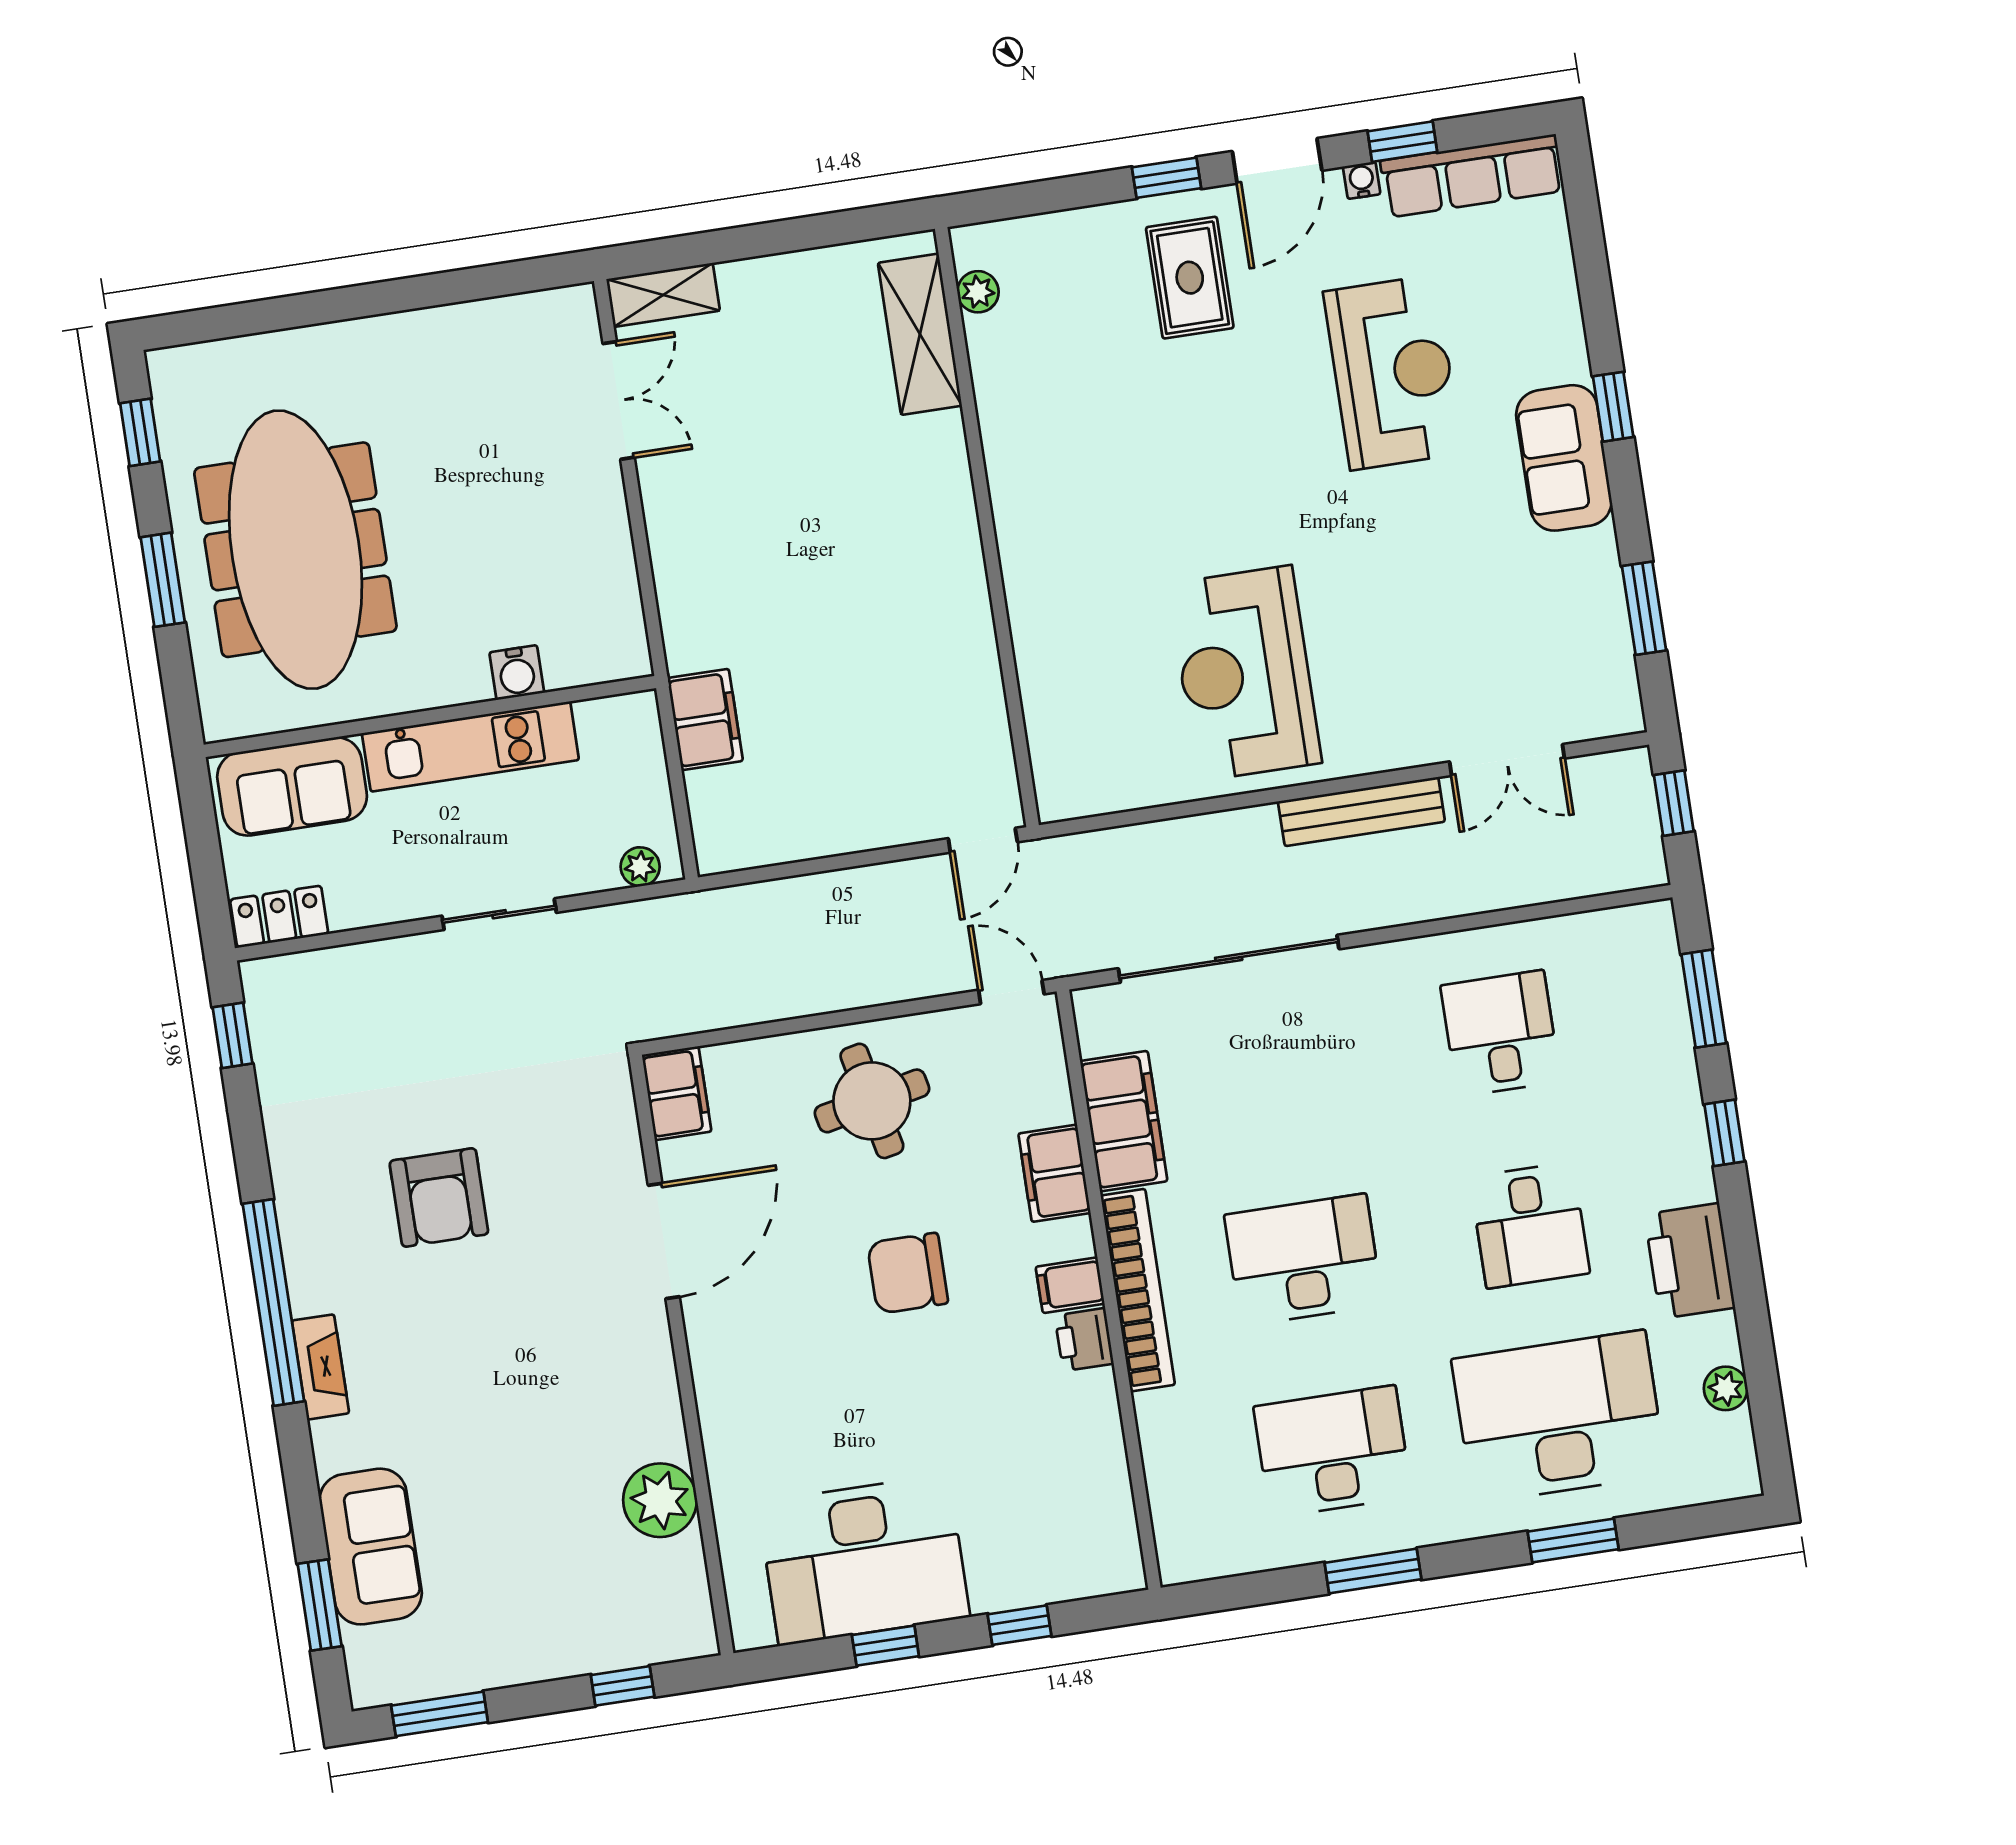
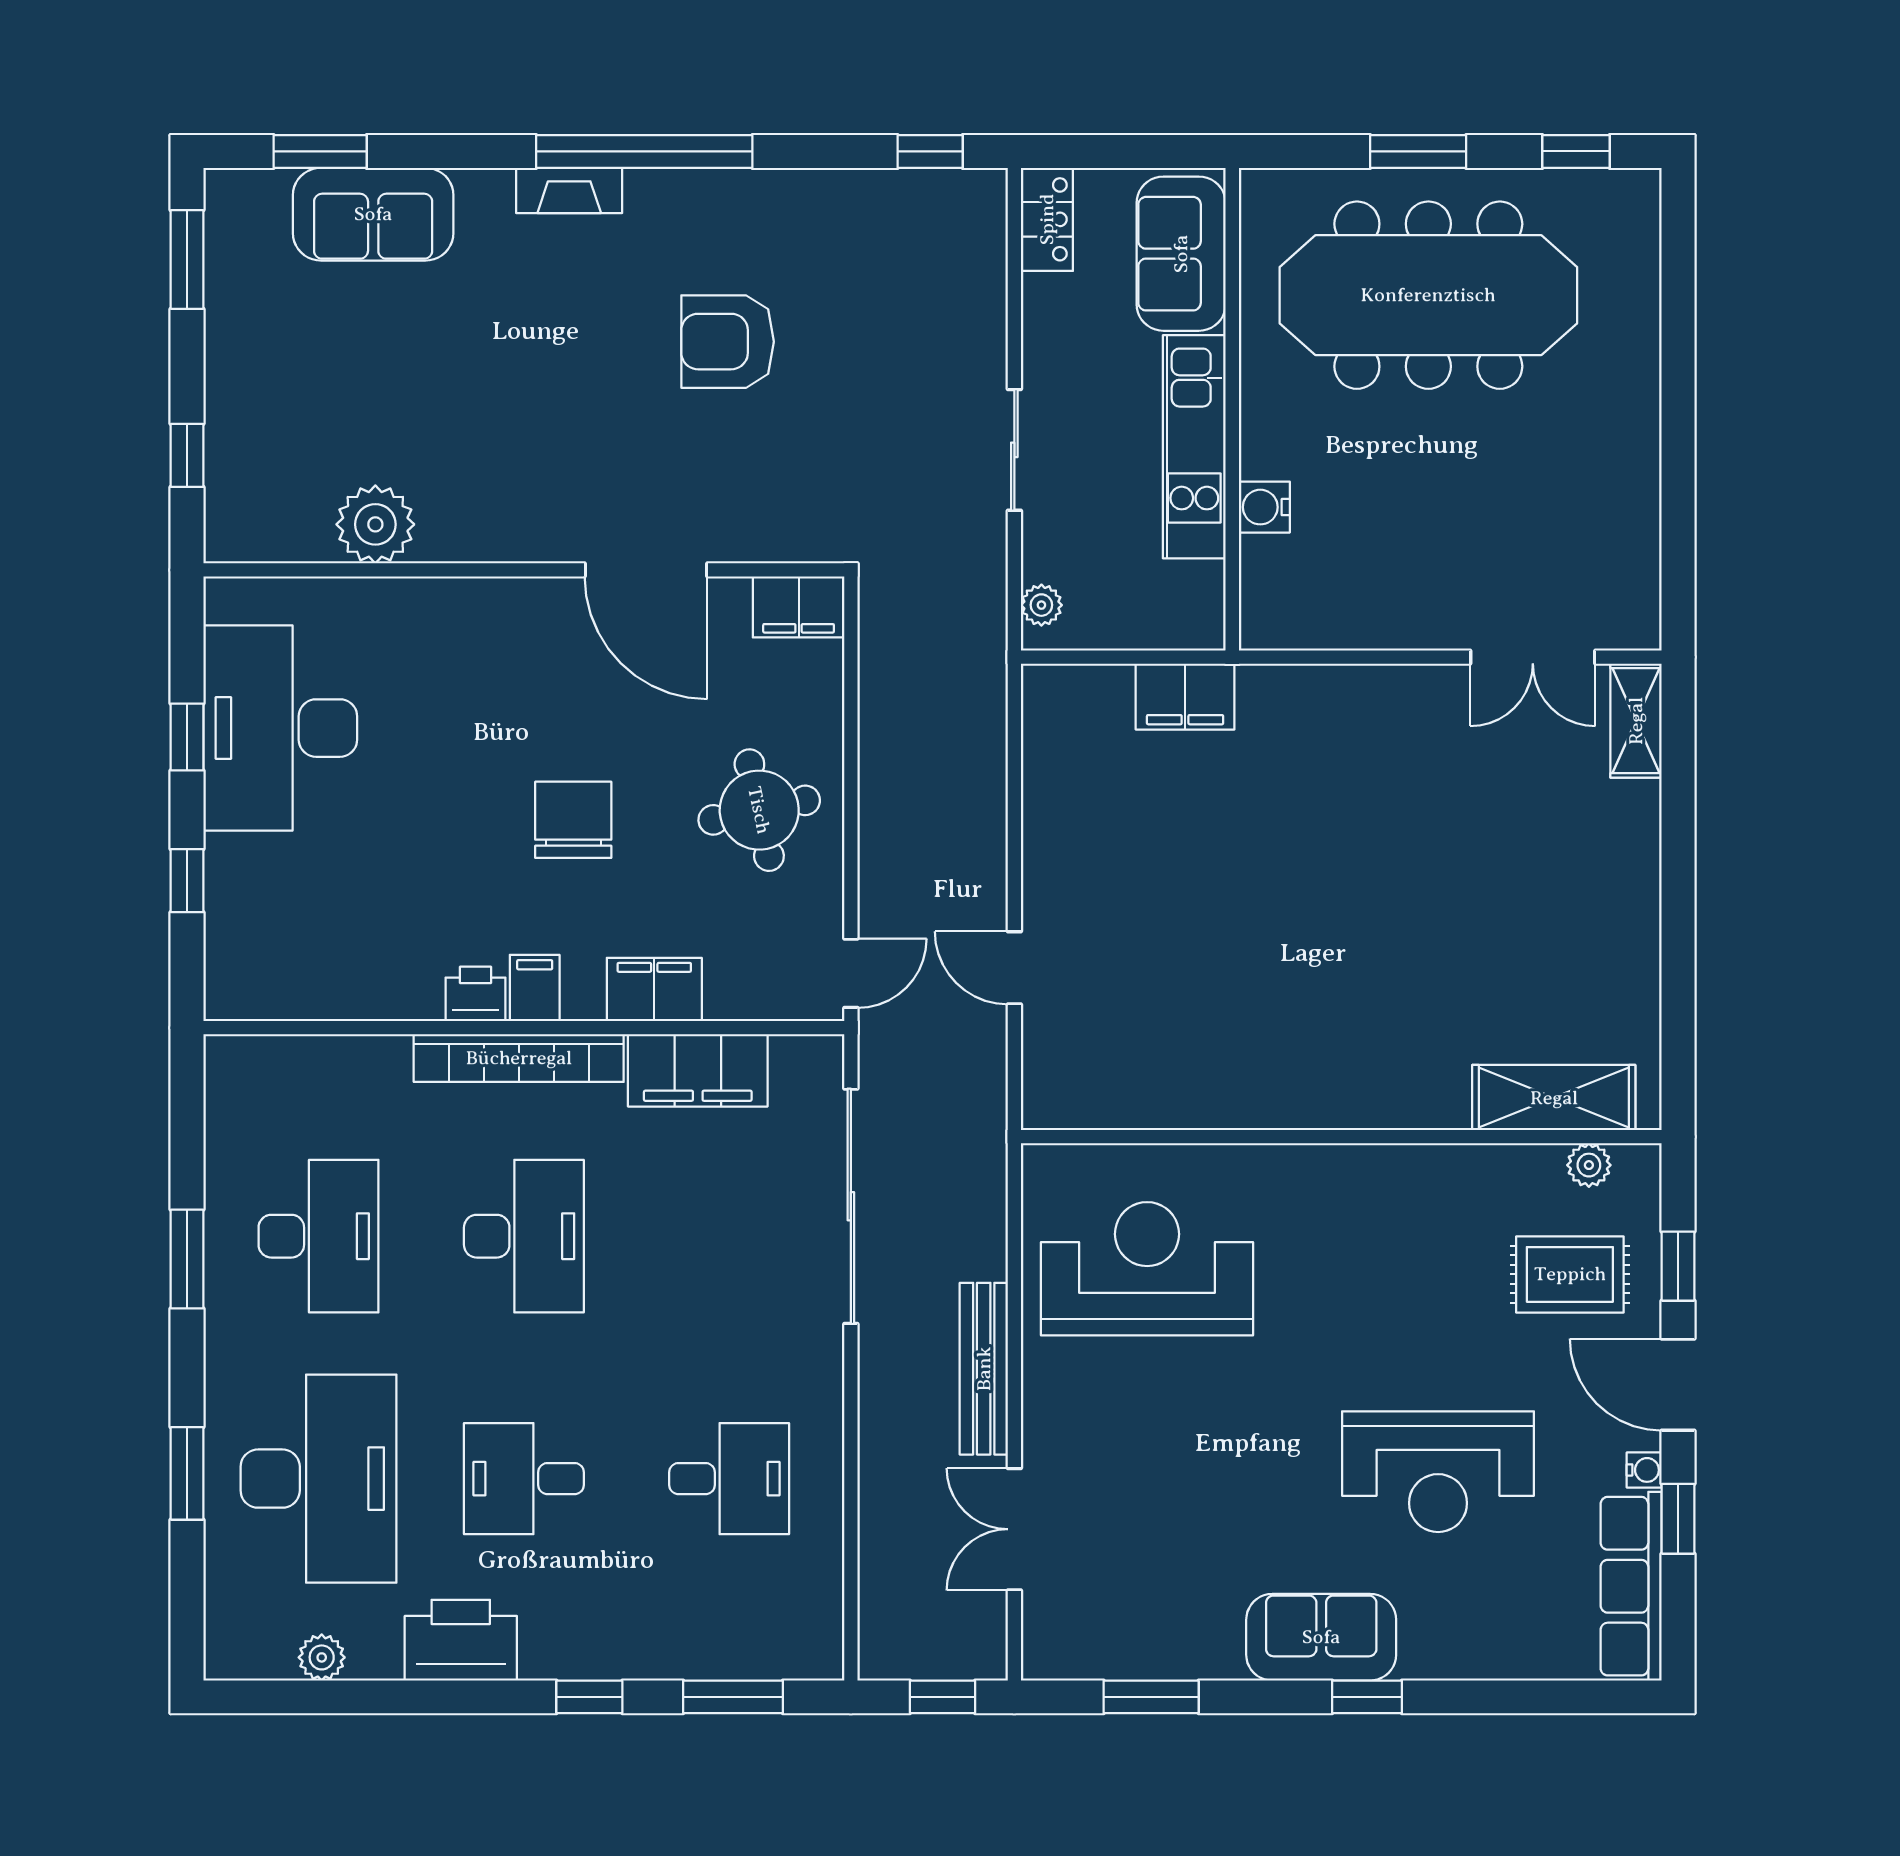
plant: (978, 292) -> (1589, 1165), moved
shelving: (920, 334) -> (1554, 1098), moved
wall: (987, 527) -> (1341, 1137), moved

